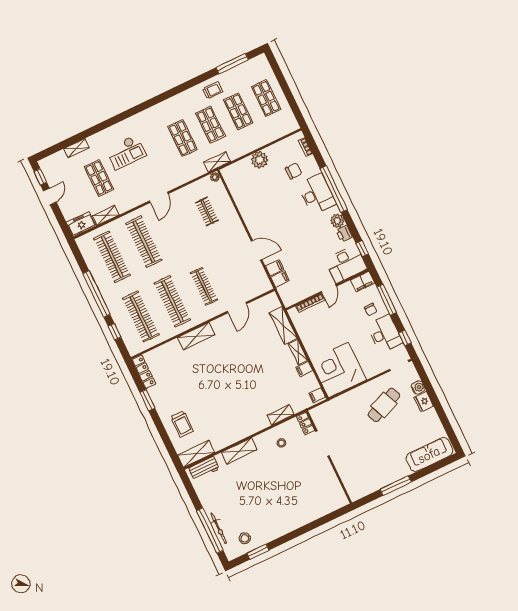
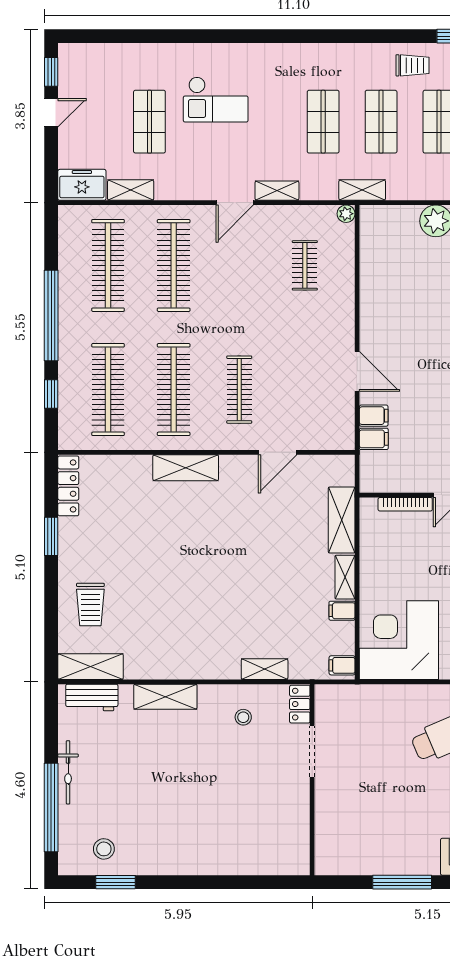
shelving: (77, 148) -> (277, 191), moved
bicycle: (219, 528) -> (68, 772), moved

